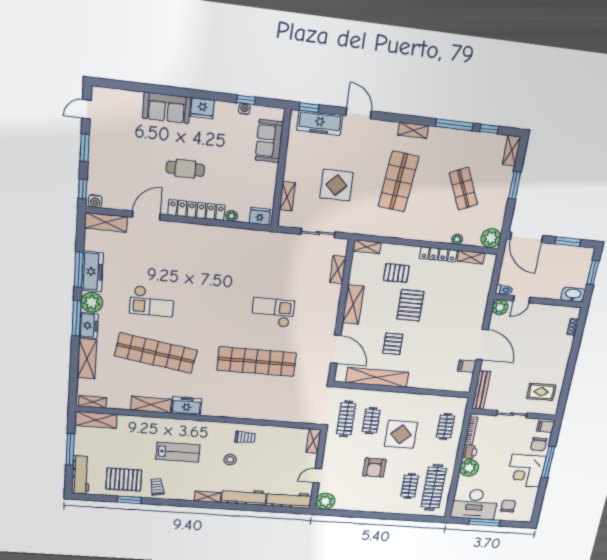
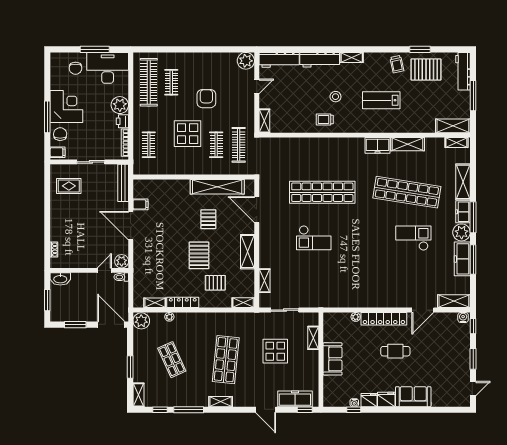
sofa: (269, 141) -> (333, 359), moved
fridge: (260, 216) -> (369, 400), moved, turned 180

